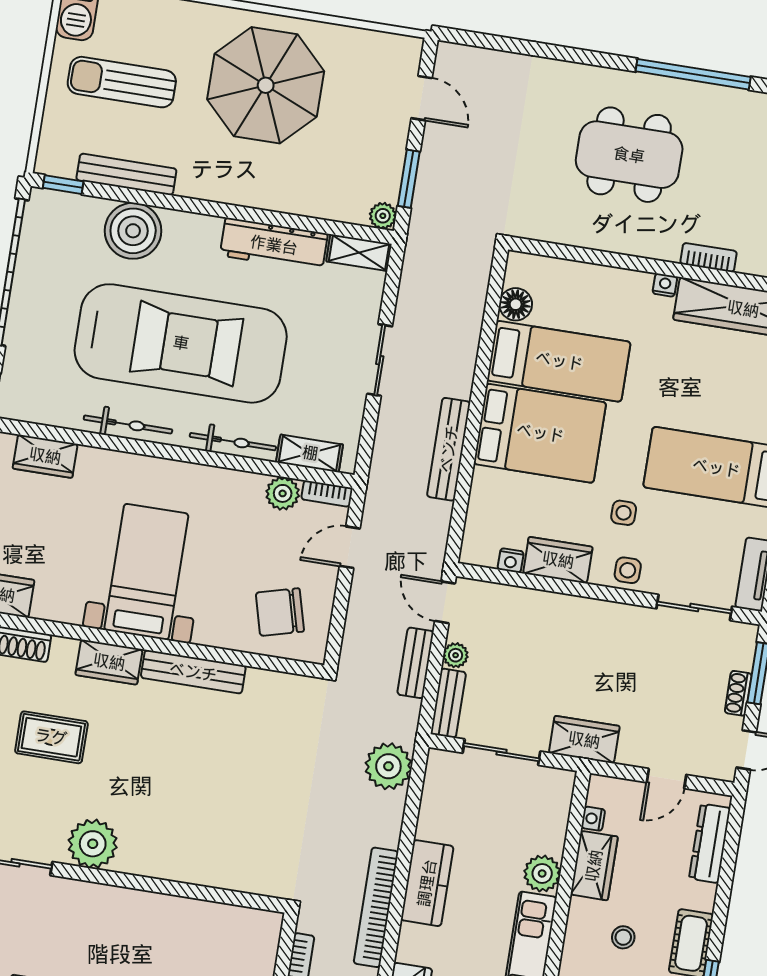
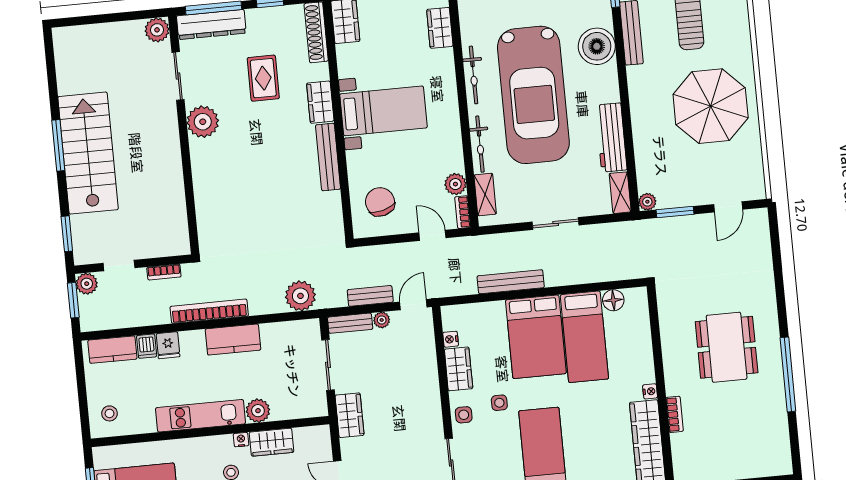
nightstand: (593, 819) -> (241, 440), moved

